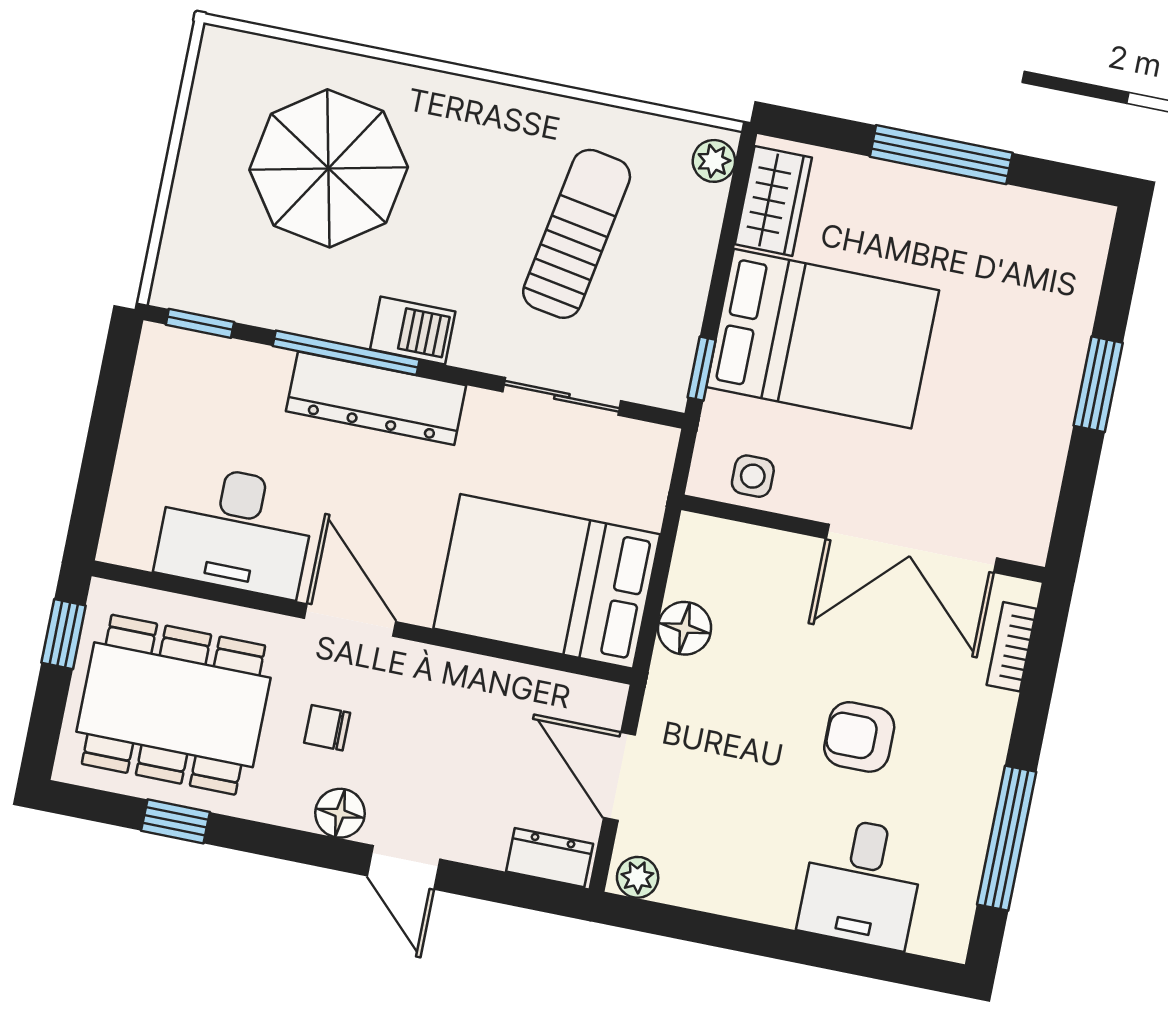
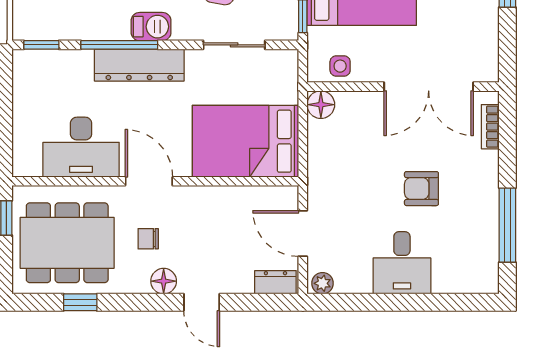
floor lamp: (684, 628) -> (321, 105), moved
desk: (862, 883) -> (402, 263), moved

